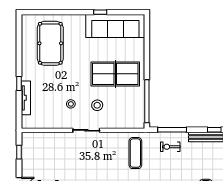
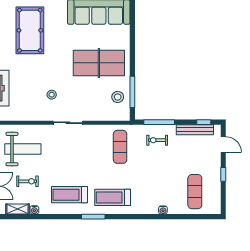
window: (147, 101) -> (132, 92), width x0.68
stool: (97, 105) -> (118, 97), moved
weight bench: (44, 155) -> (23, 149), added

